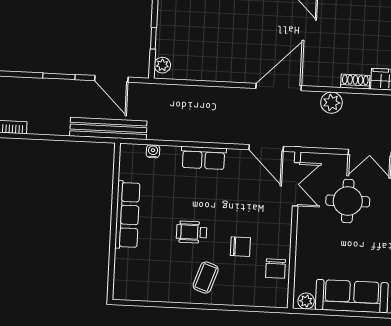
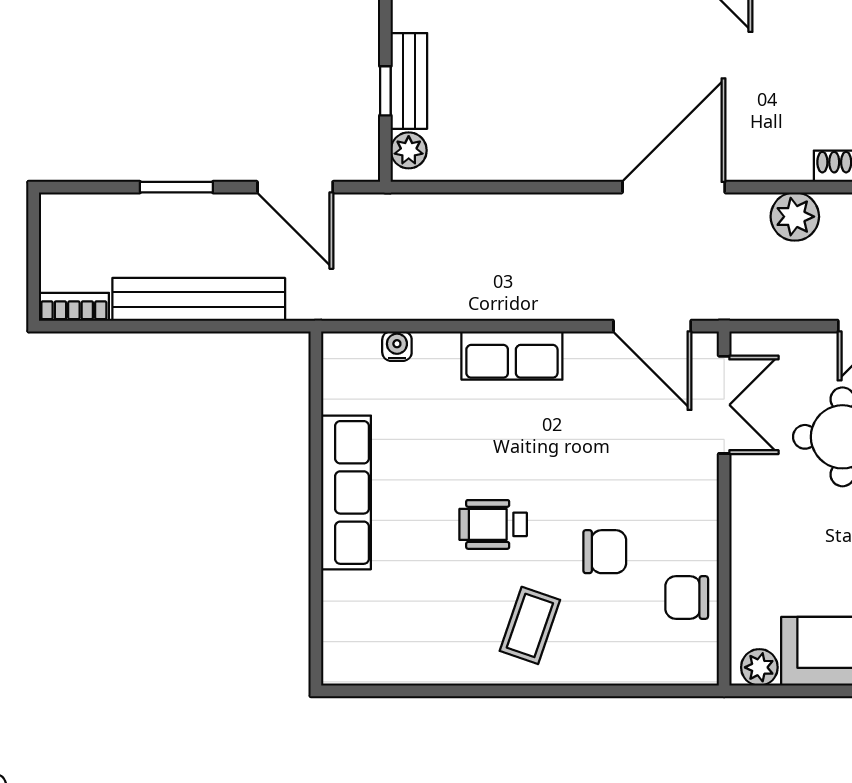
bench: (164, 34) -> (409, 81), added
bench: (108, 128) -> (199, 299), moved
chair: (275, 269) -> (687, 597), turned 90

